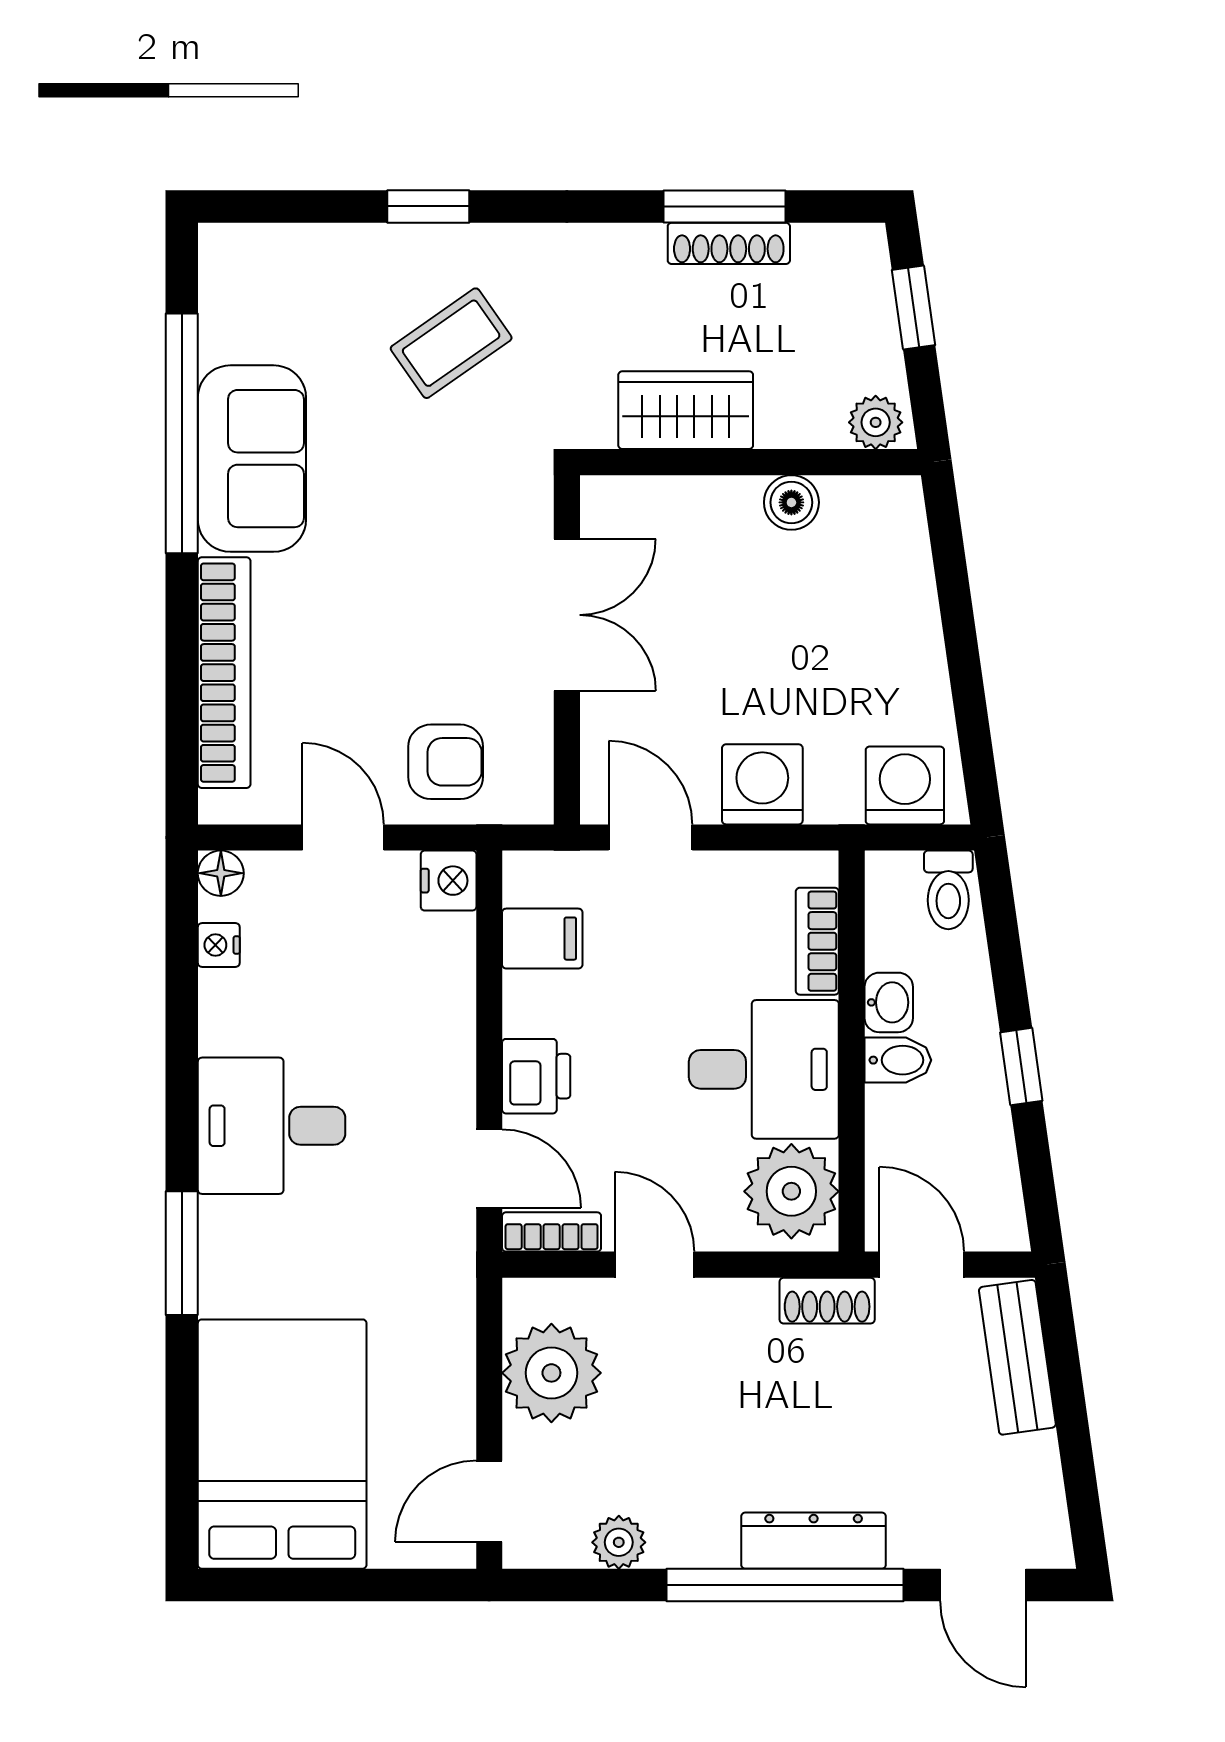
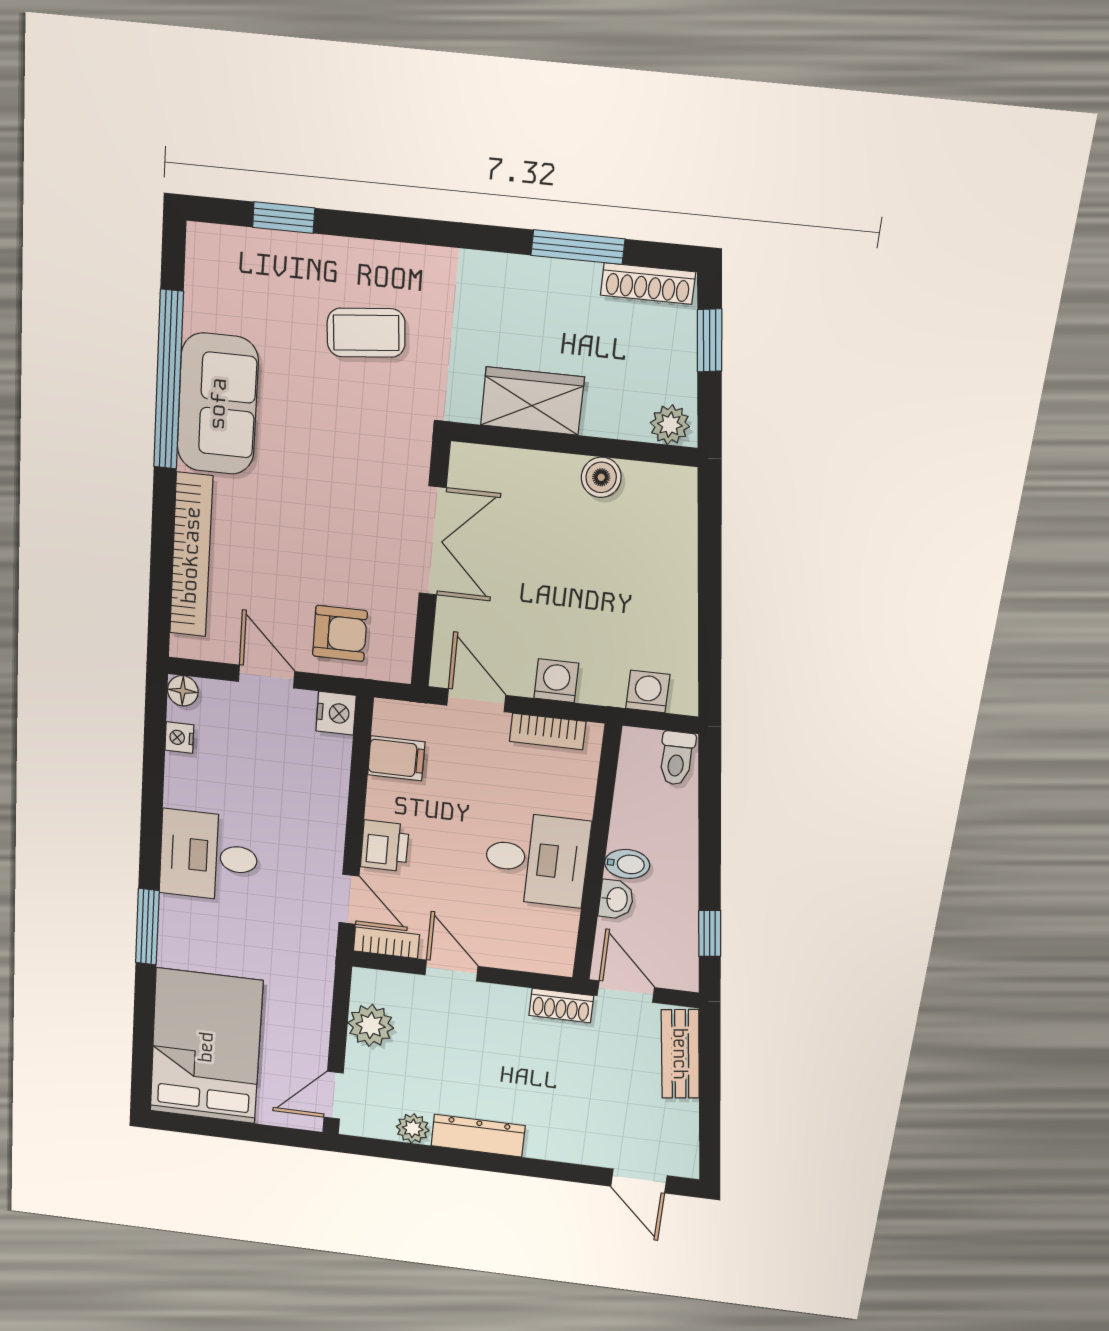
window: (428, 206) -> (284, 218), moved
shoe rack: (729, 243) -> (648, 284), moved
coffee table: (451, 343) -> (366, 333), turned 30
washing machine: (762, 784) -> (556, 681), width x0.73, depth x0.73
washing machine: (905, 785) -> (648, 691), width x0.73, depth x0.73
bookcase: (817, 941) -> (548, 731), moved, turned -90
washbasin: (889, 1002) -> (616, 899), moved
window: (1021, 1067) -> (710, 934), moved
plant: (791, 1191) -> (546, 937), removed
plant: (551, 1373) -> (371, 1025), width x0.73, depth x0.73
dresser: (814, 1541) -> (478, 1136), moved
window: (785, 1585) -> (514, 1165), removed

